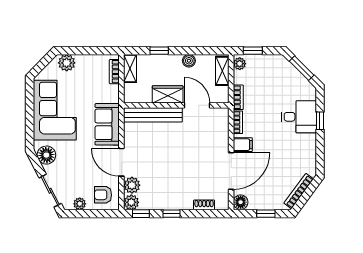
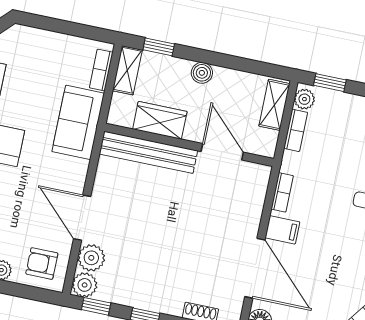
window: (159, 51) -> (159, 47), moved
boiler: (189, 61) -> (202, 73), moved
plant: (67, 63) -> (28, 40), removed
wardrobe: (168, 94) -> (160, 120), moved
bookcase: (238, 97) -> (296, 130), moved
sofa: (107, 124) -> (78, 122), moved
door: (231, 171) -> (255, 268), hinge flipped

